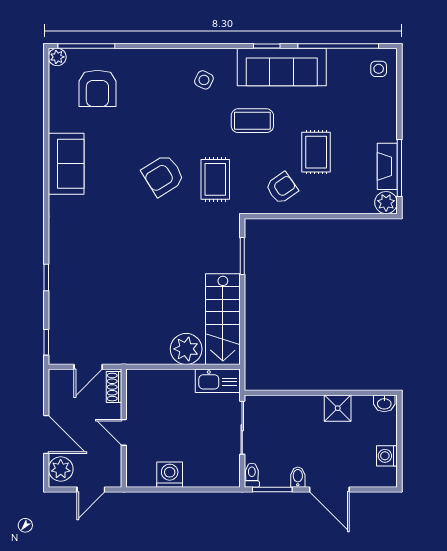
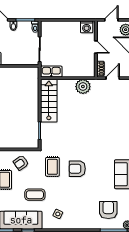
armchair: (163, 175) -> (77, 169), turned -148
plant: (186, 349) -> (83, 87), moved
washing machine: (170, 475) -> (87, 27), moved

